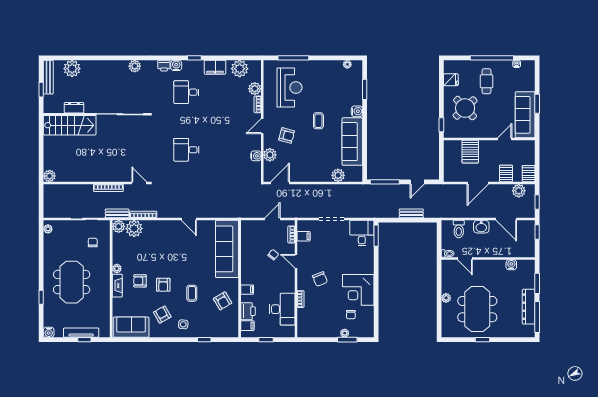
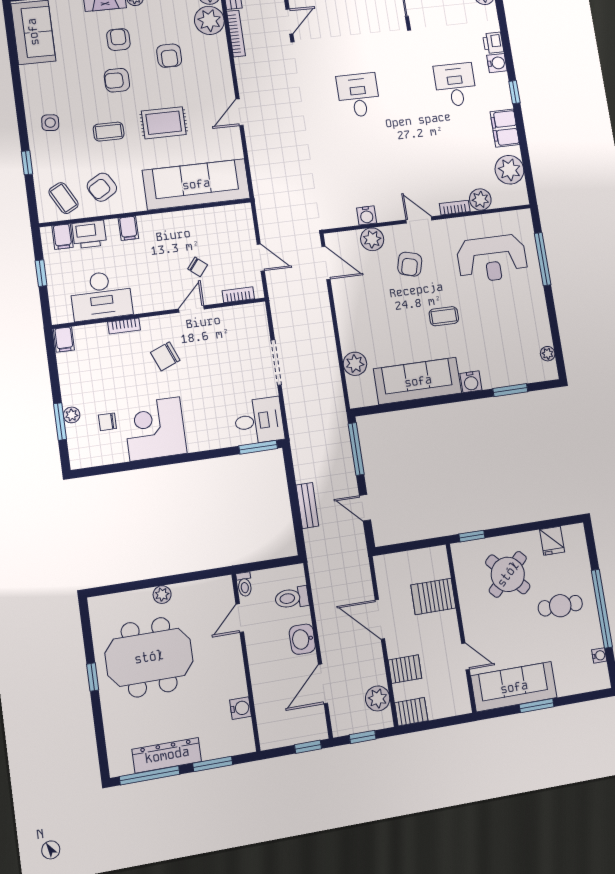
filing cabinet: (304, 236) -> (64, 339), moved
rug: (190, 262) -> (164, 123), added
armchair: (162, 314) -> (169, 56), moved, turned 119
coffee table: (226, 322) -> (64, 198), added

